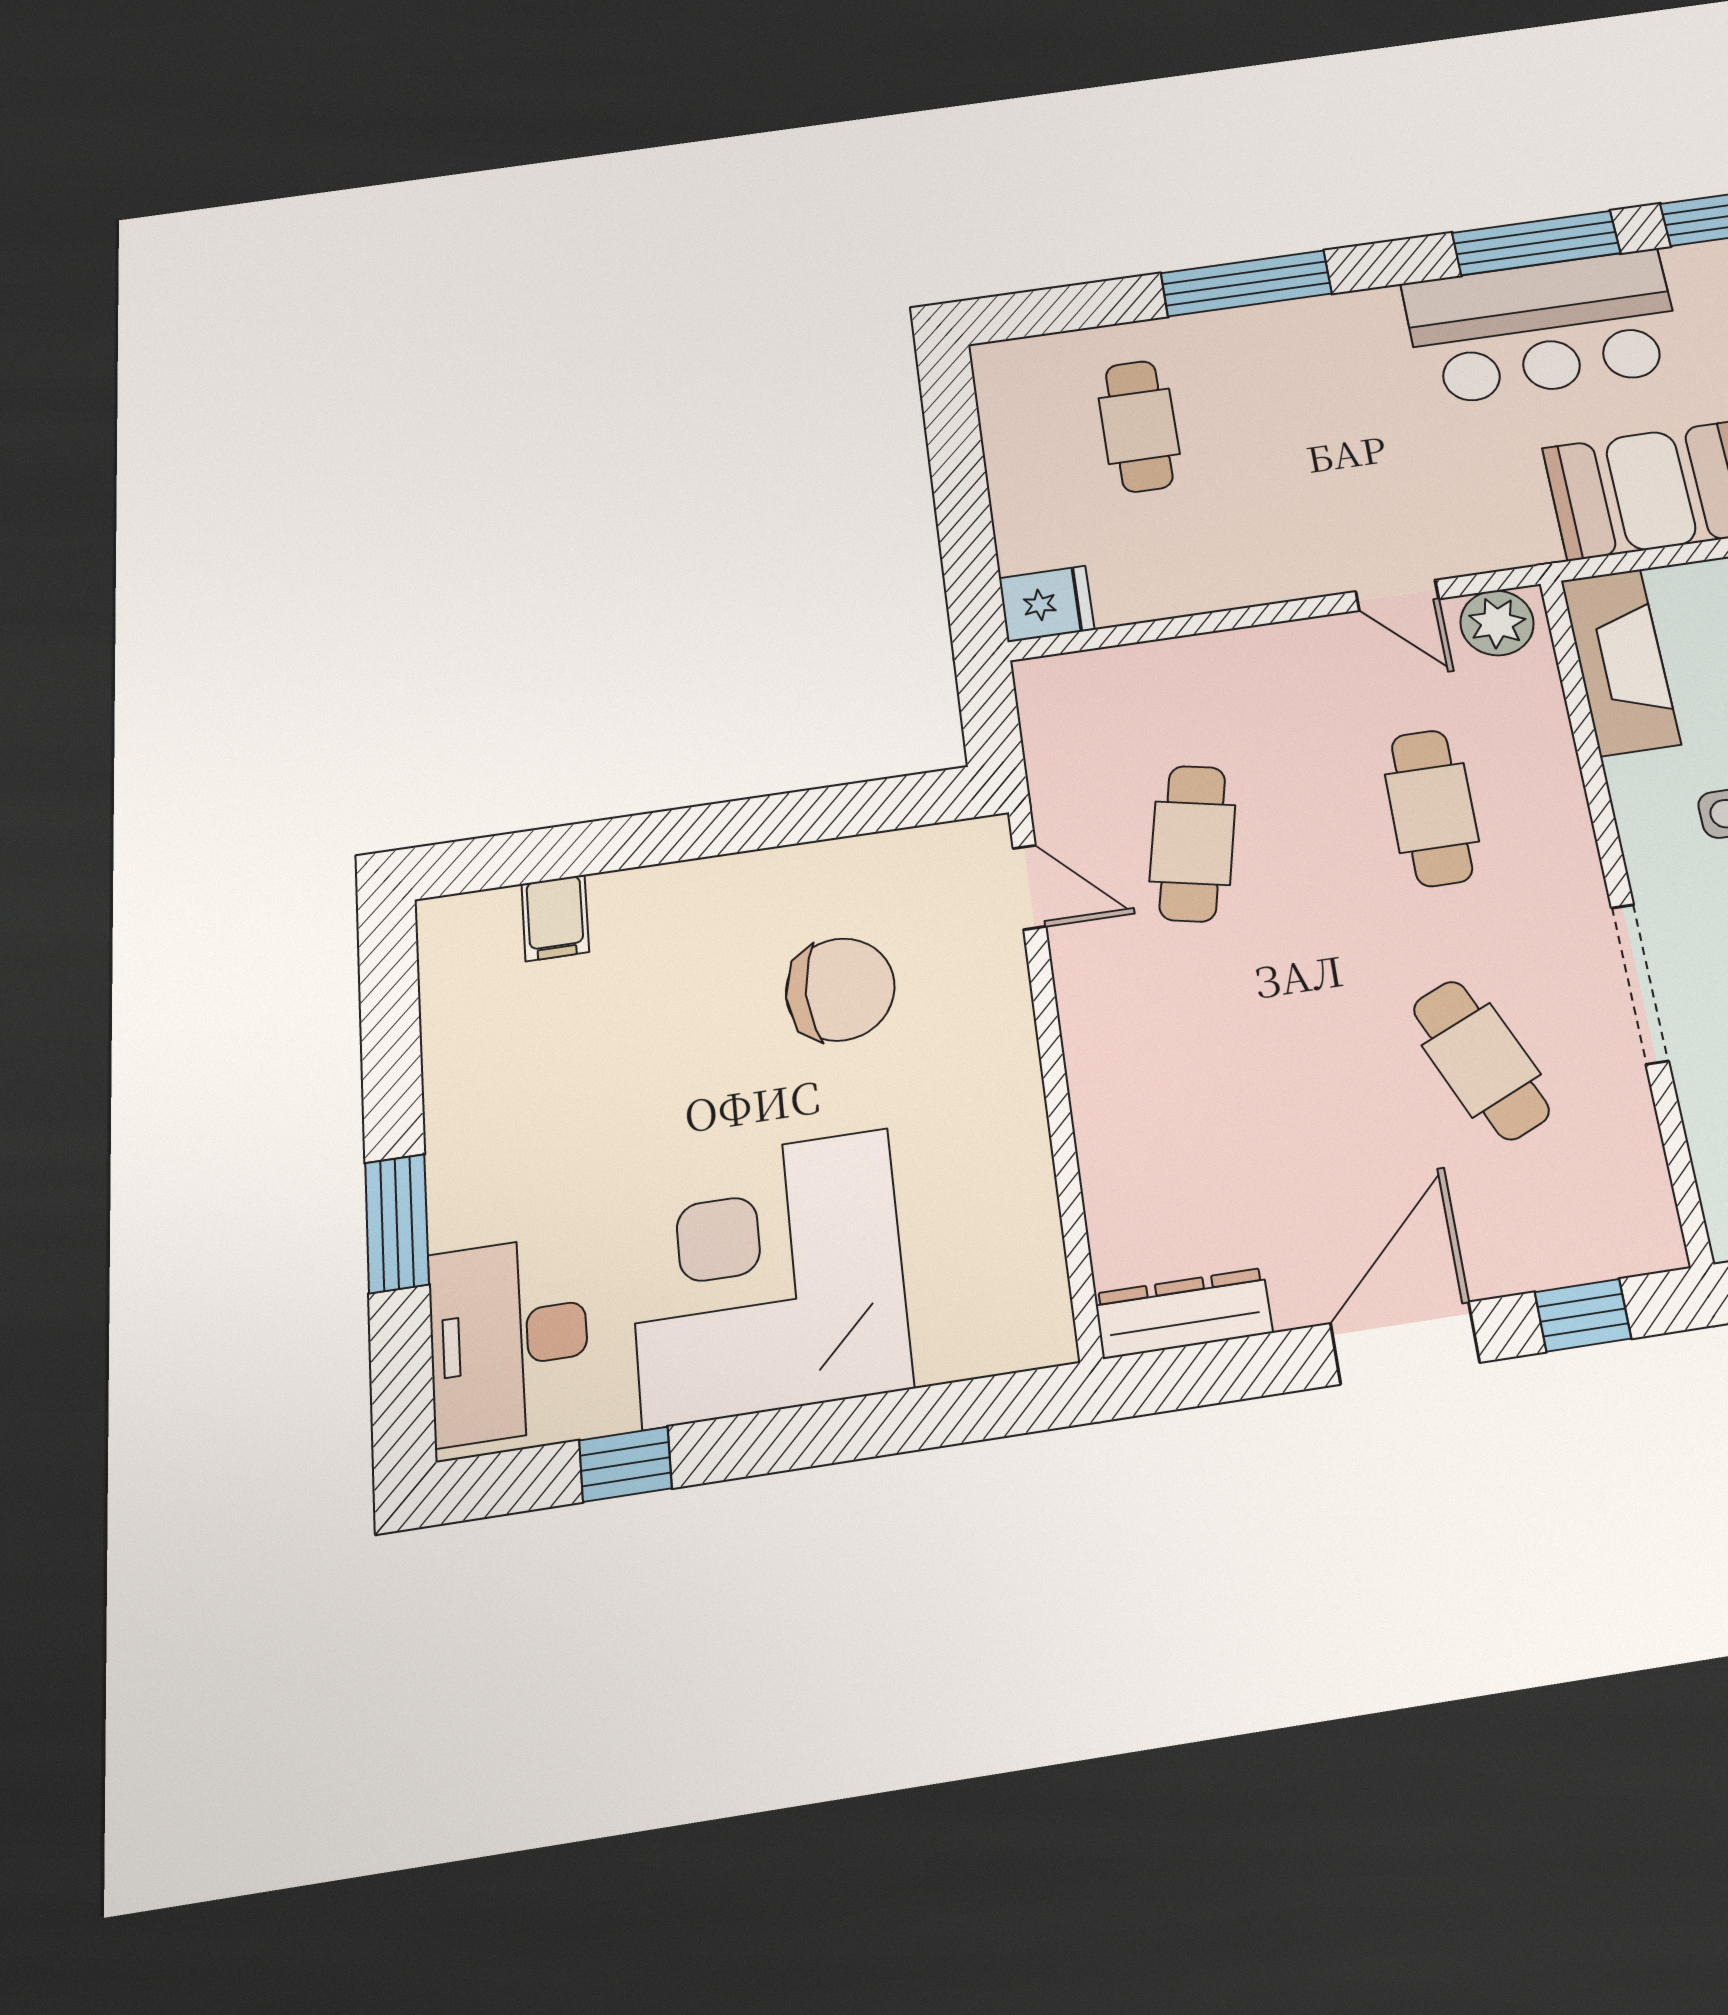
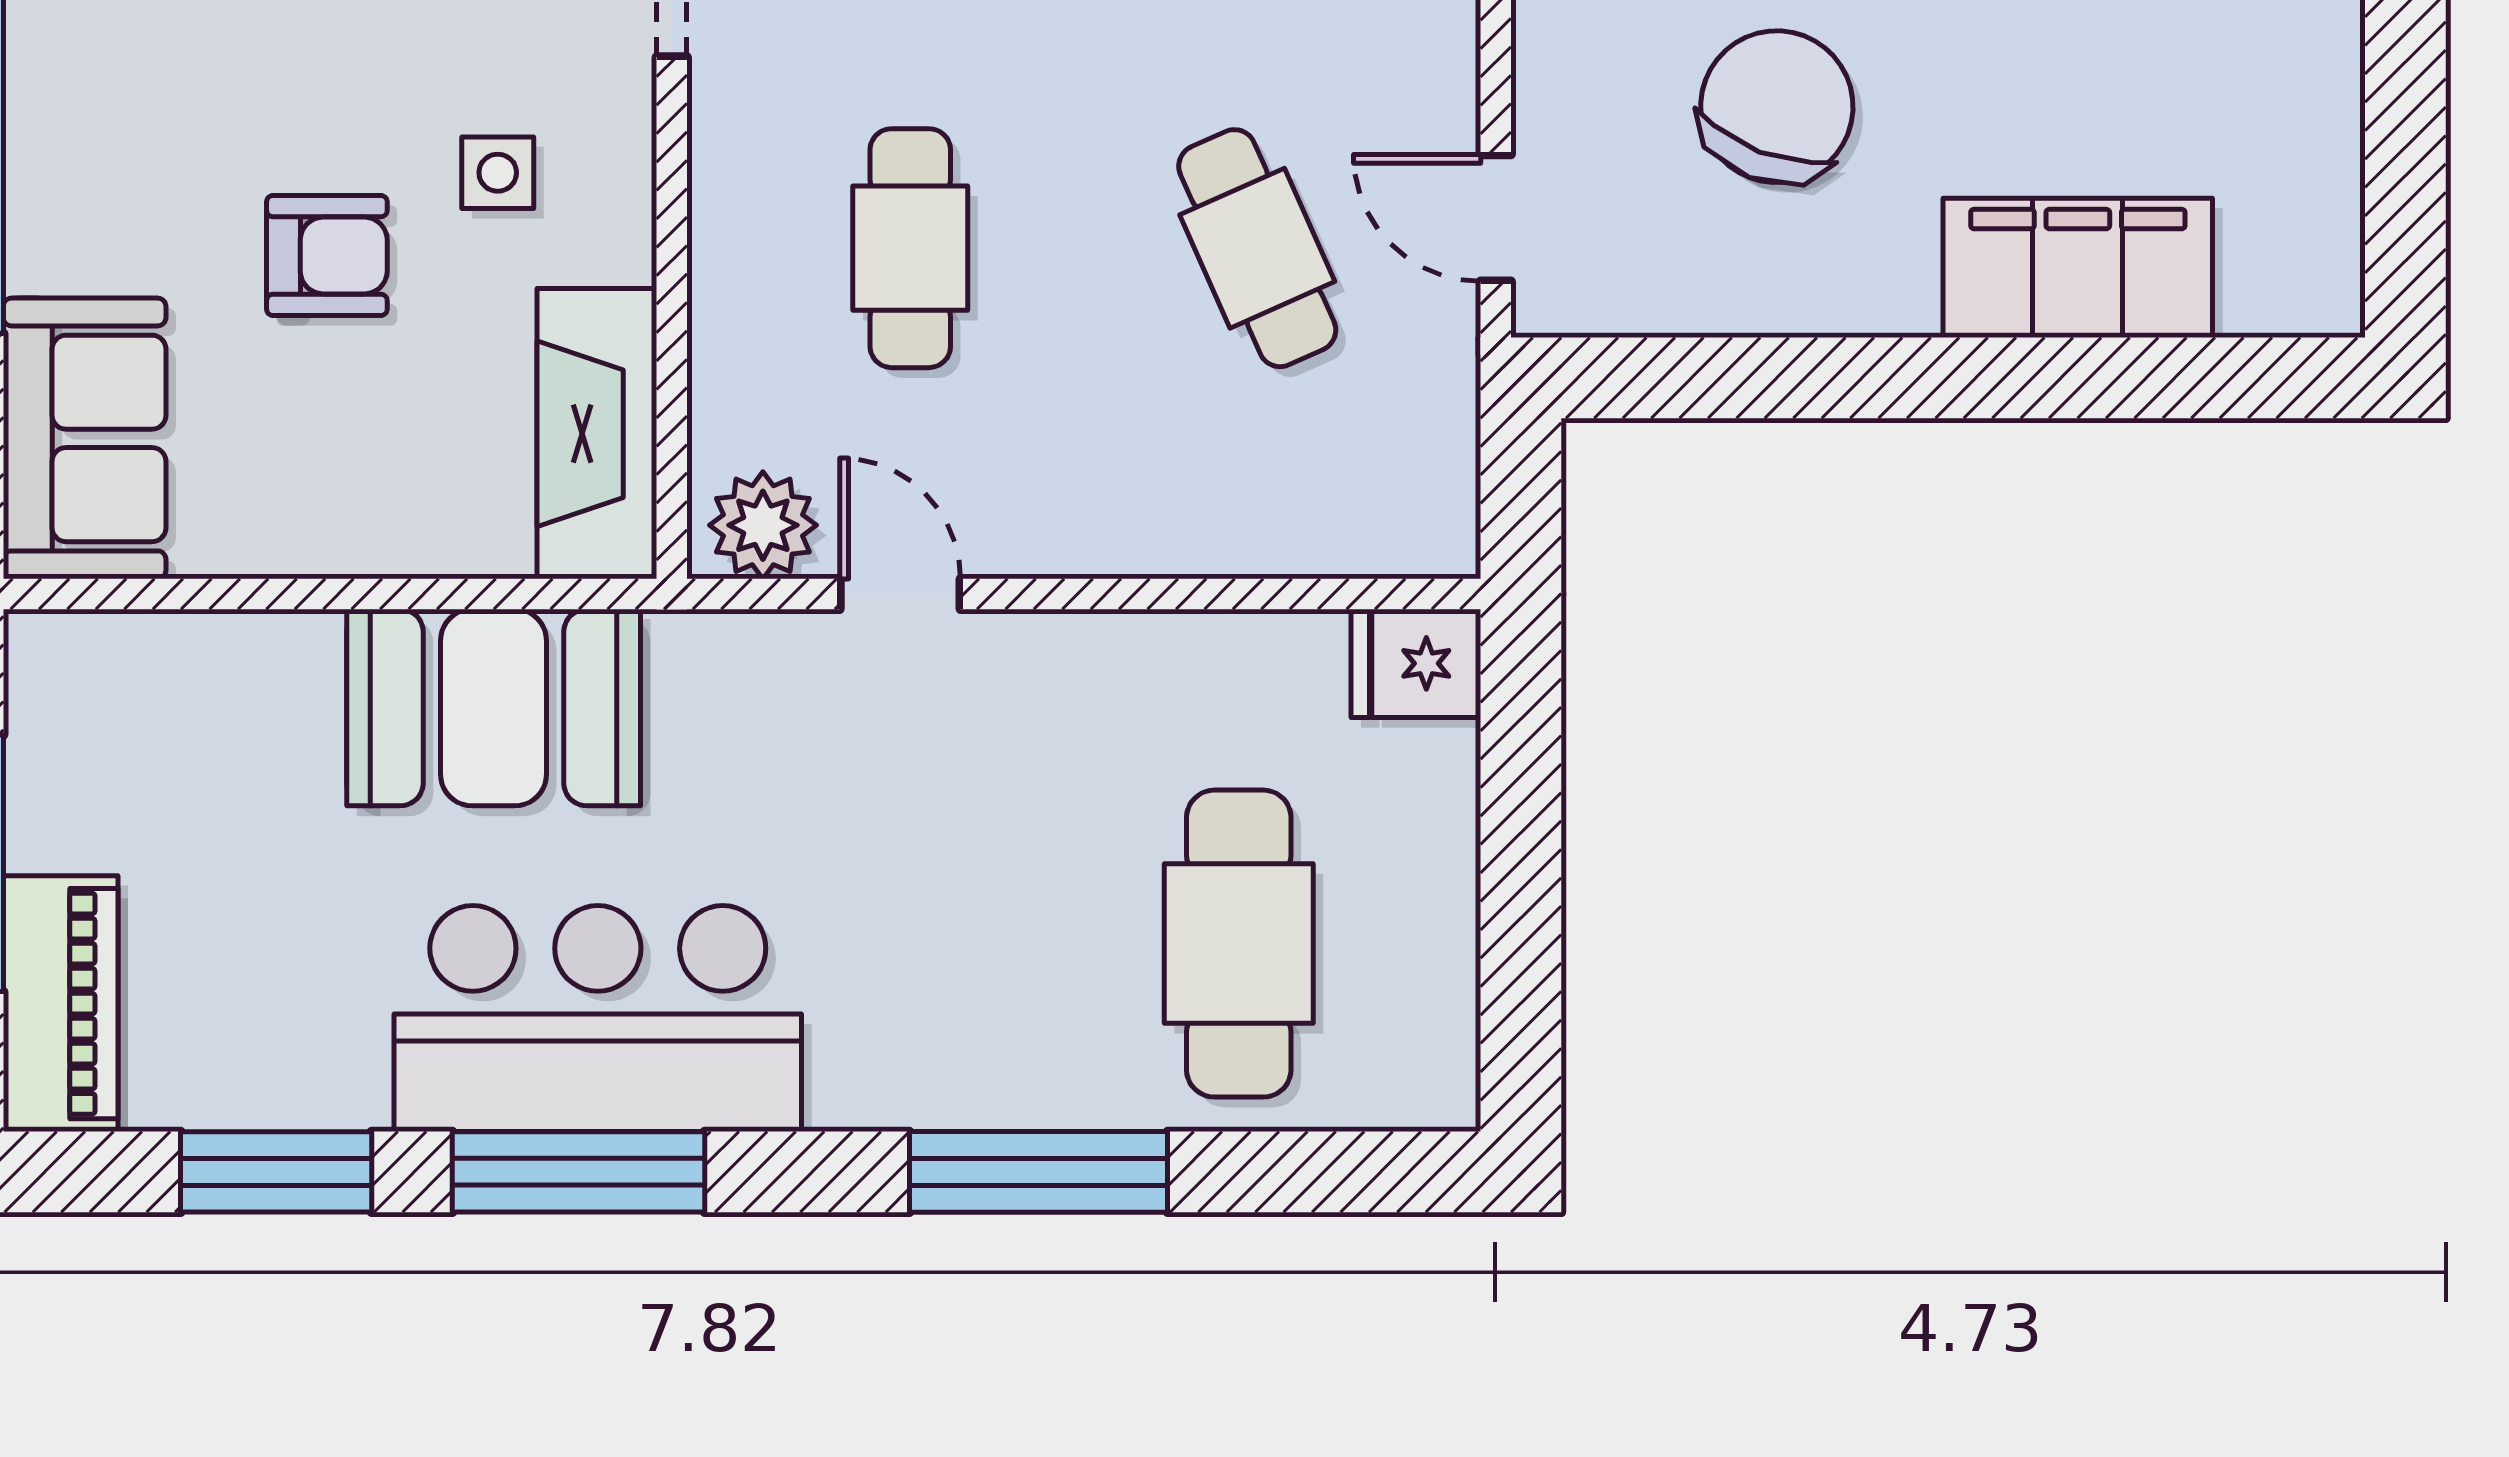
cafe table: (1139, 426) -> (1239, 944), width x1.37, depth x1.35
cafe table: (1192, 843) -> (1257, 248), turned -36
filing cabinet: (555, 918) -> (2078, 268), width x3.00, depth x1.17
chair: (840, 989) -> (1777, 107), turned 111

